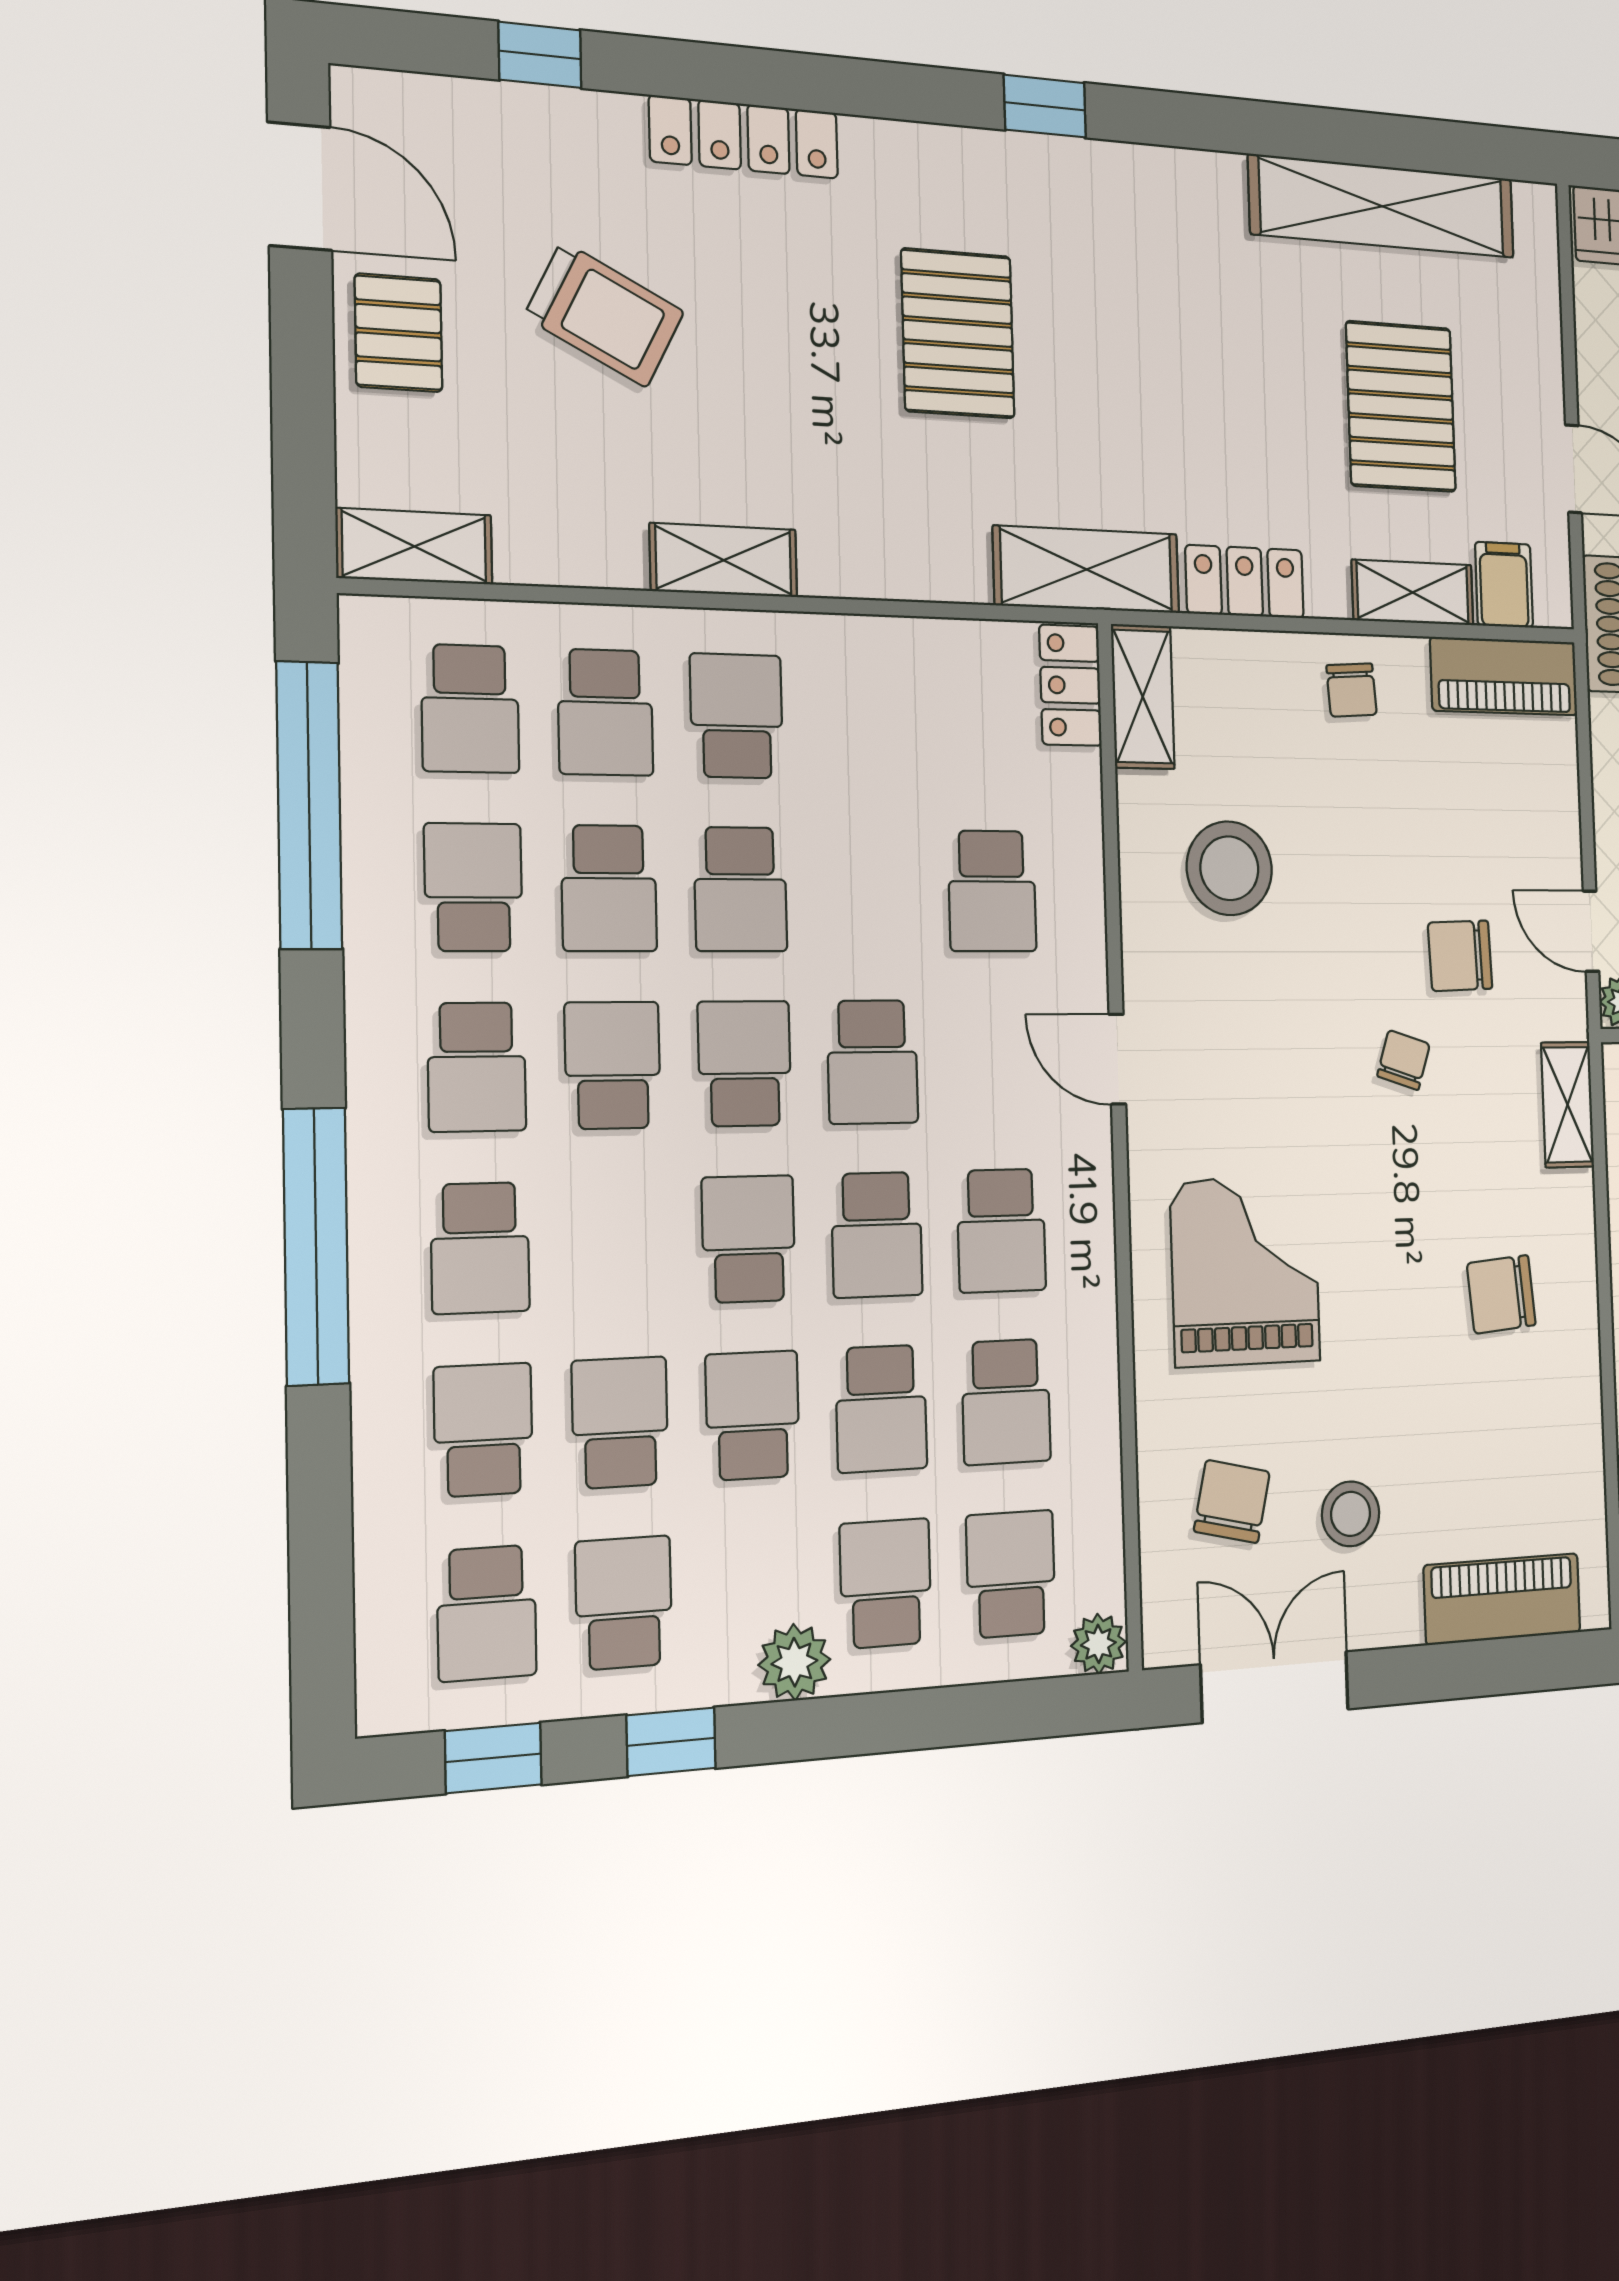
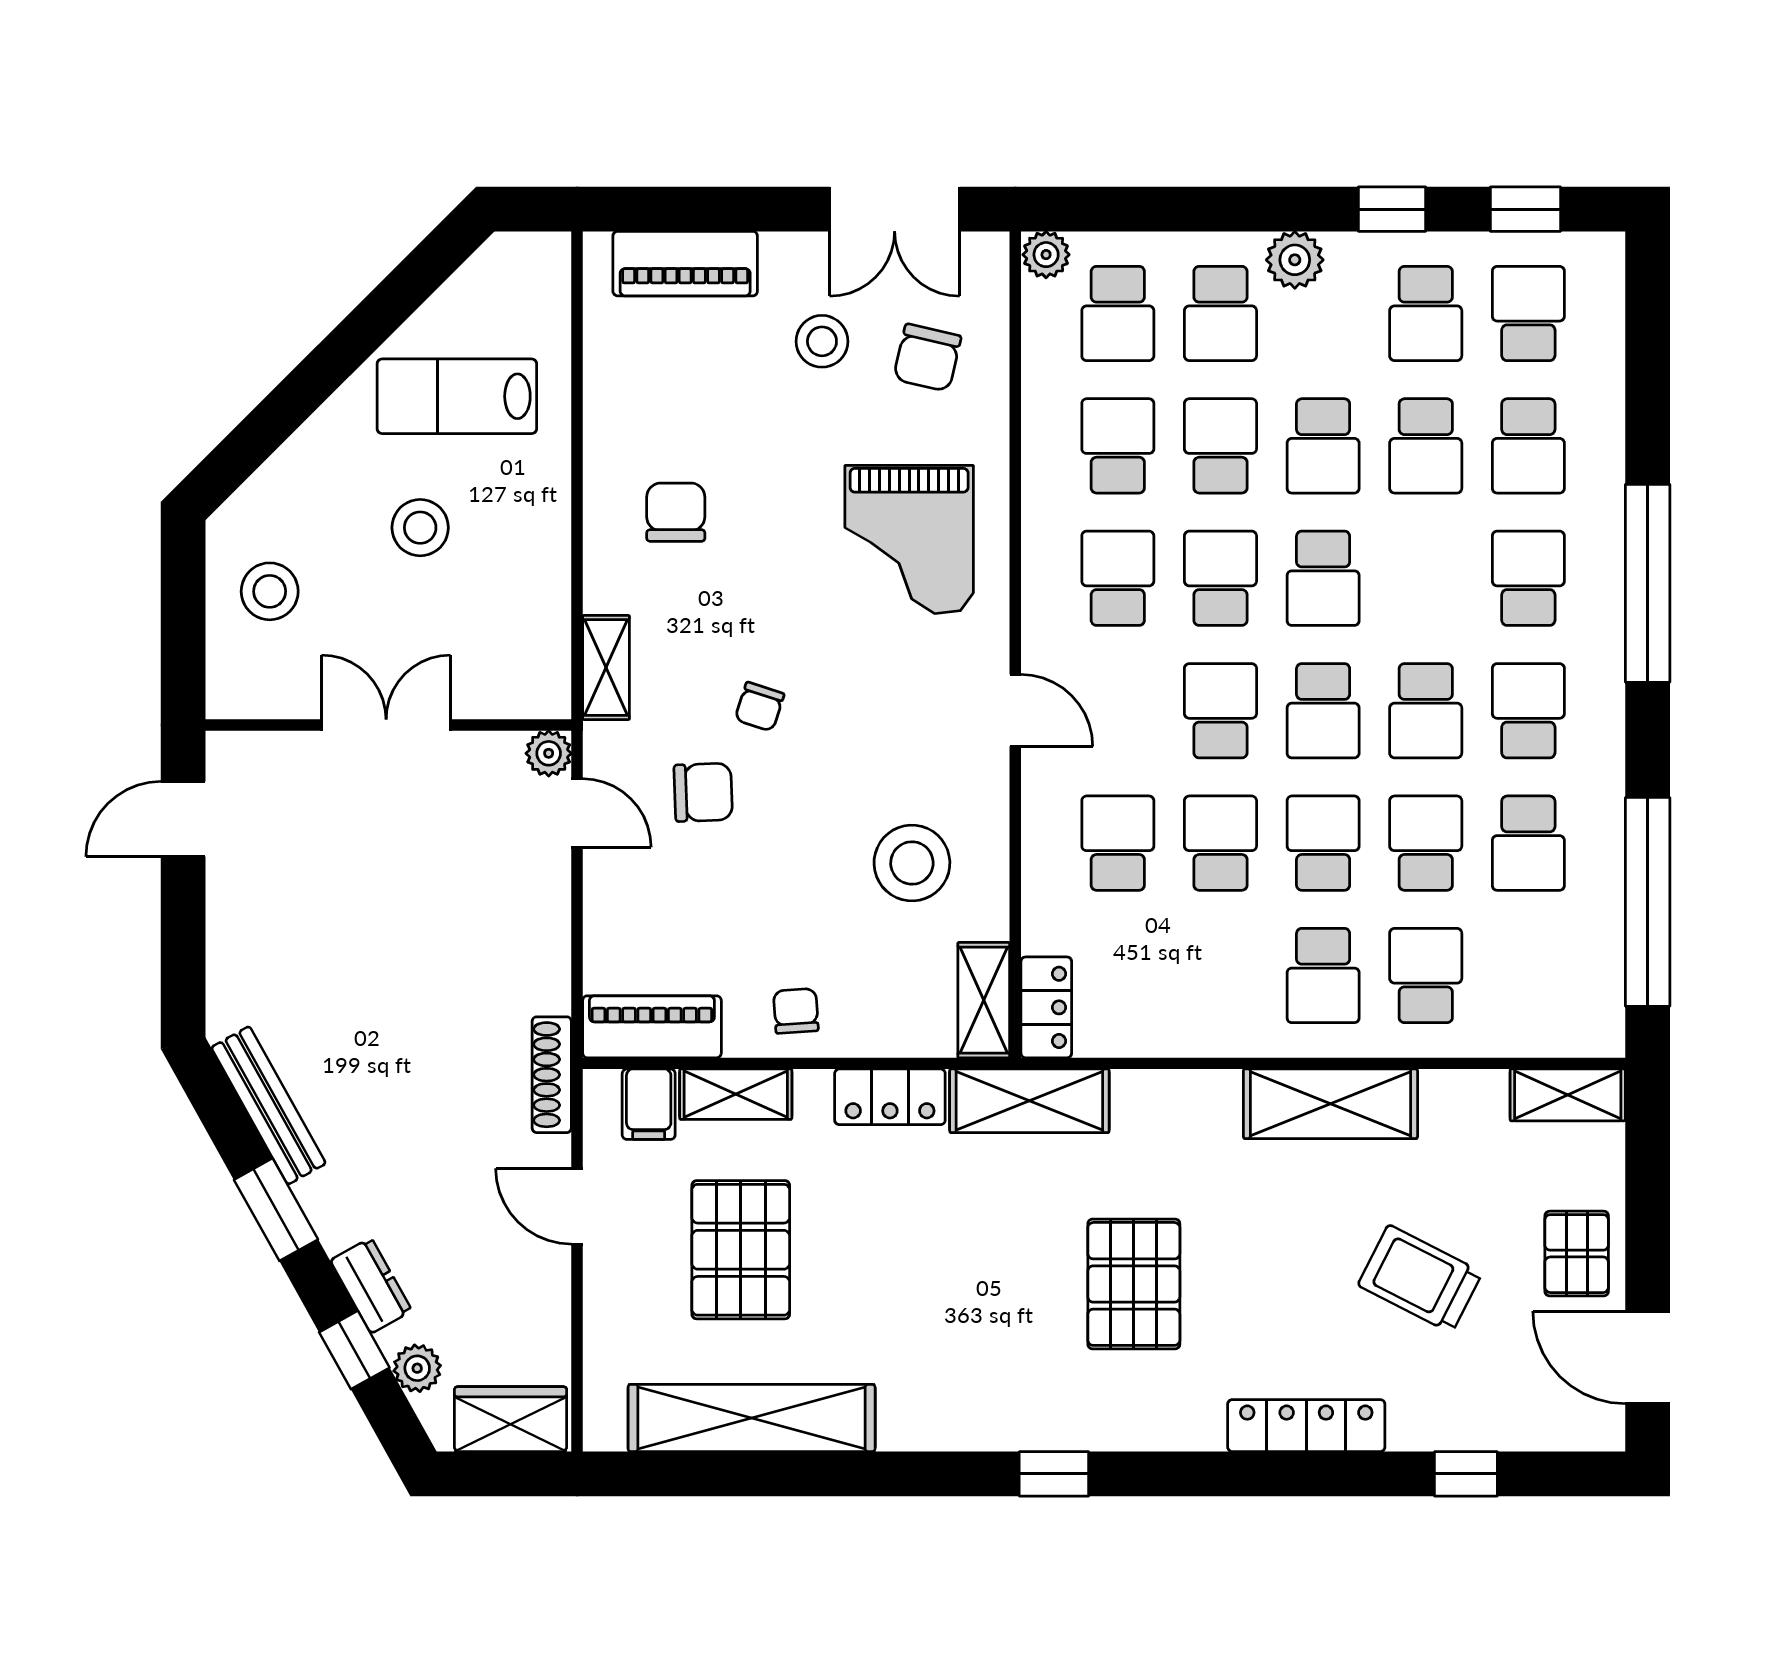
shelving: (724, 560) -> (1330, 1104), width x1.50, depth x1.33
school desk: (470, 709) -> (1220, 843), moved
chair: (1501, 1294) -> (676, 512), turned -85

